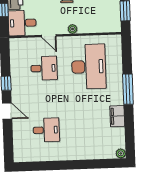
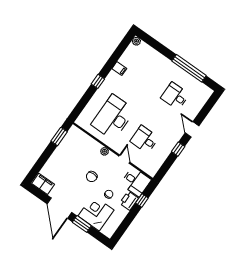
window: (128, 89) -> (98, 81), width x0.46
filing cabinet: (117, 116) -> (119, 69), width x0.50
window: (53, 165) -> (189, 68), added

